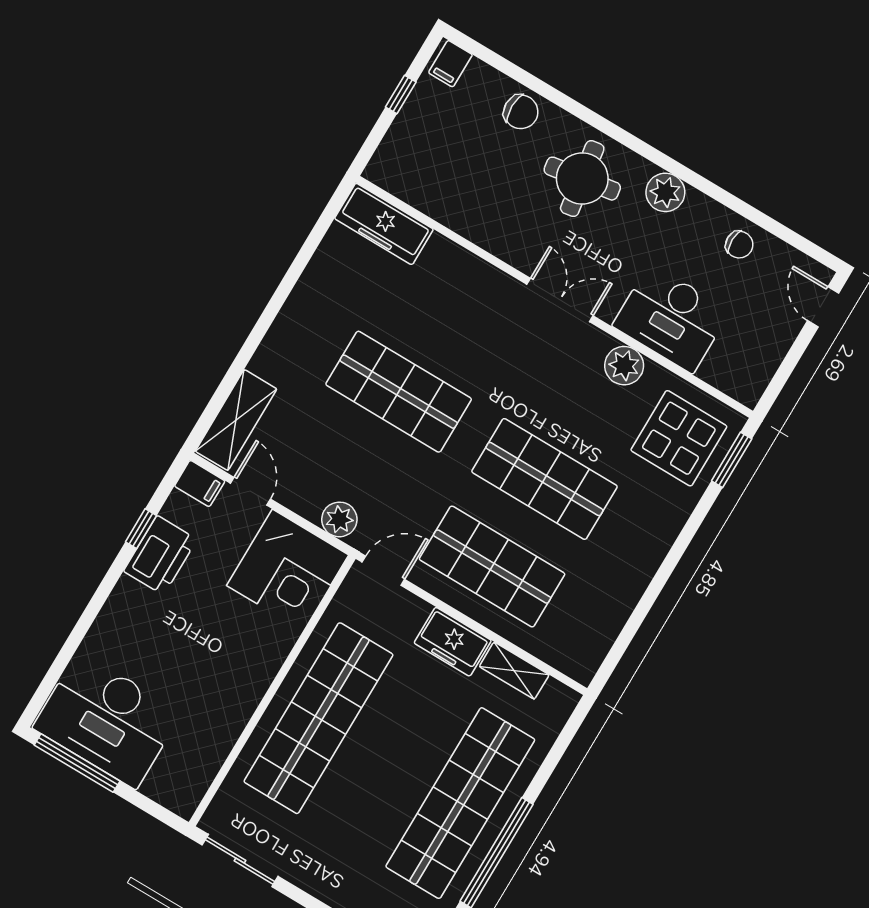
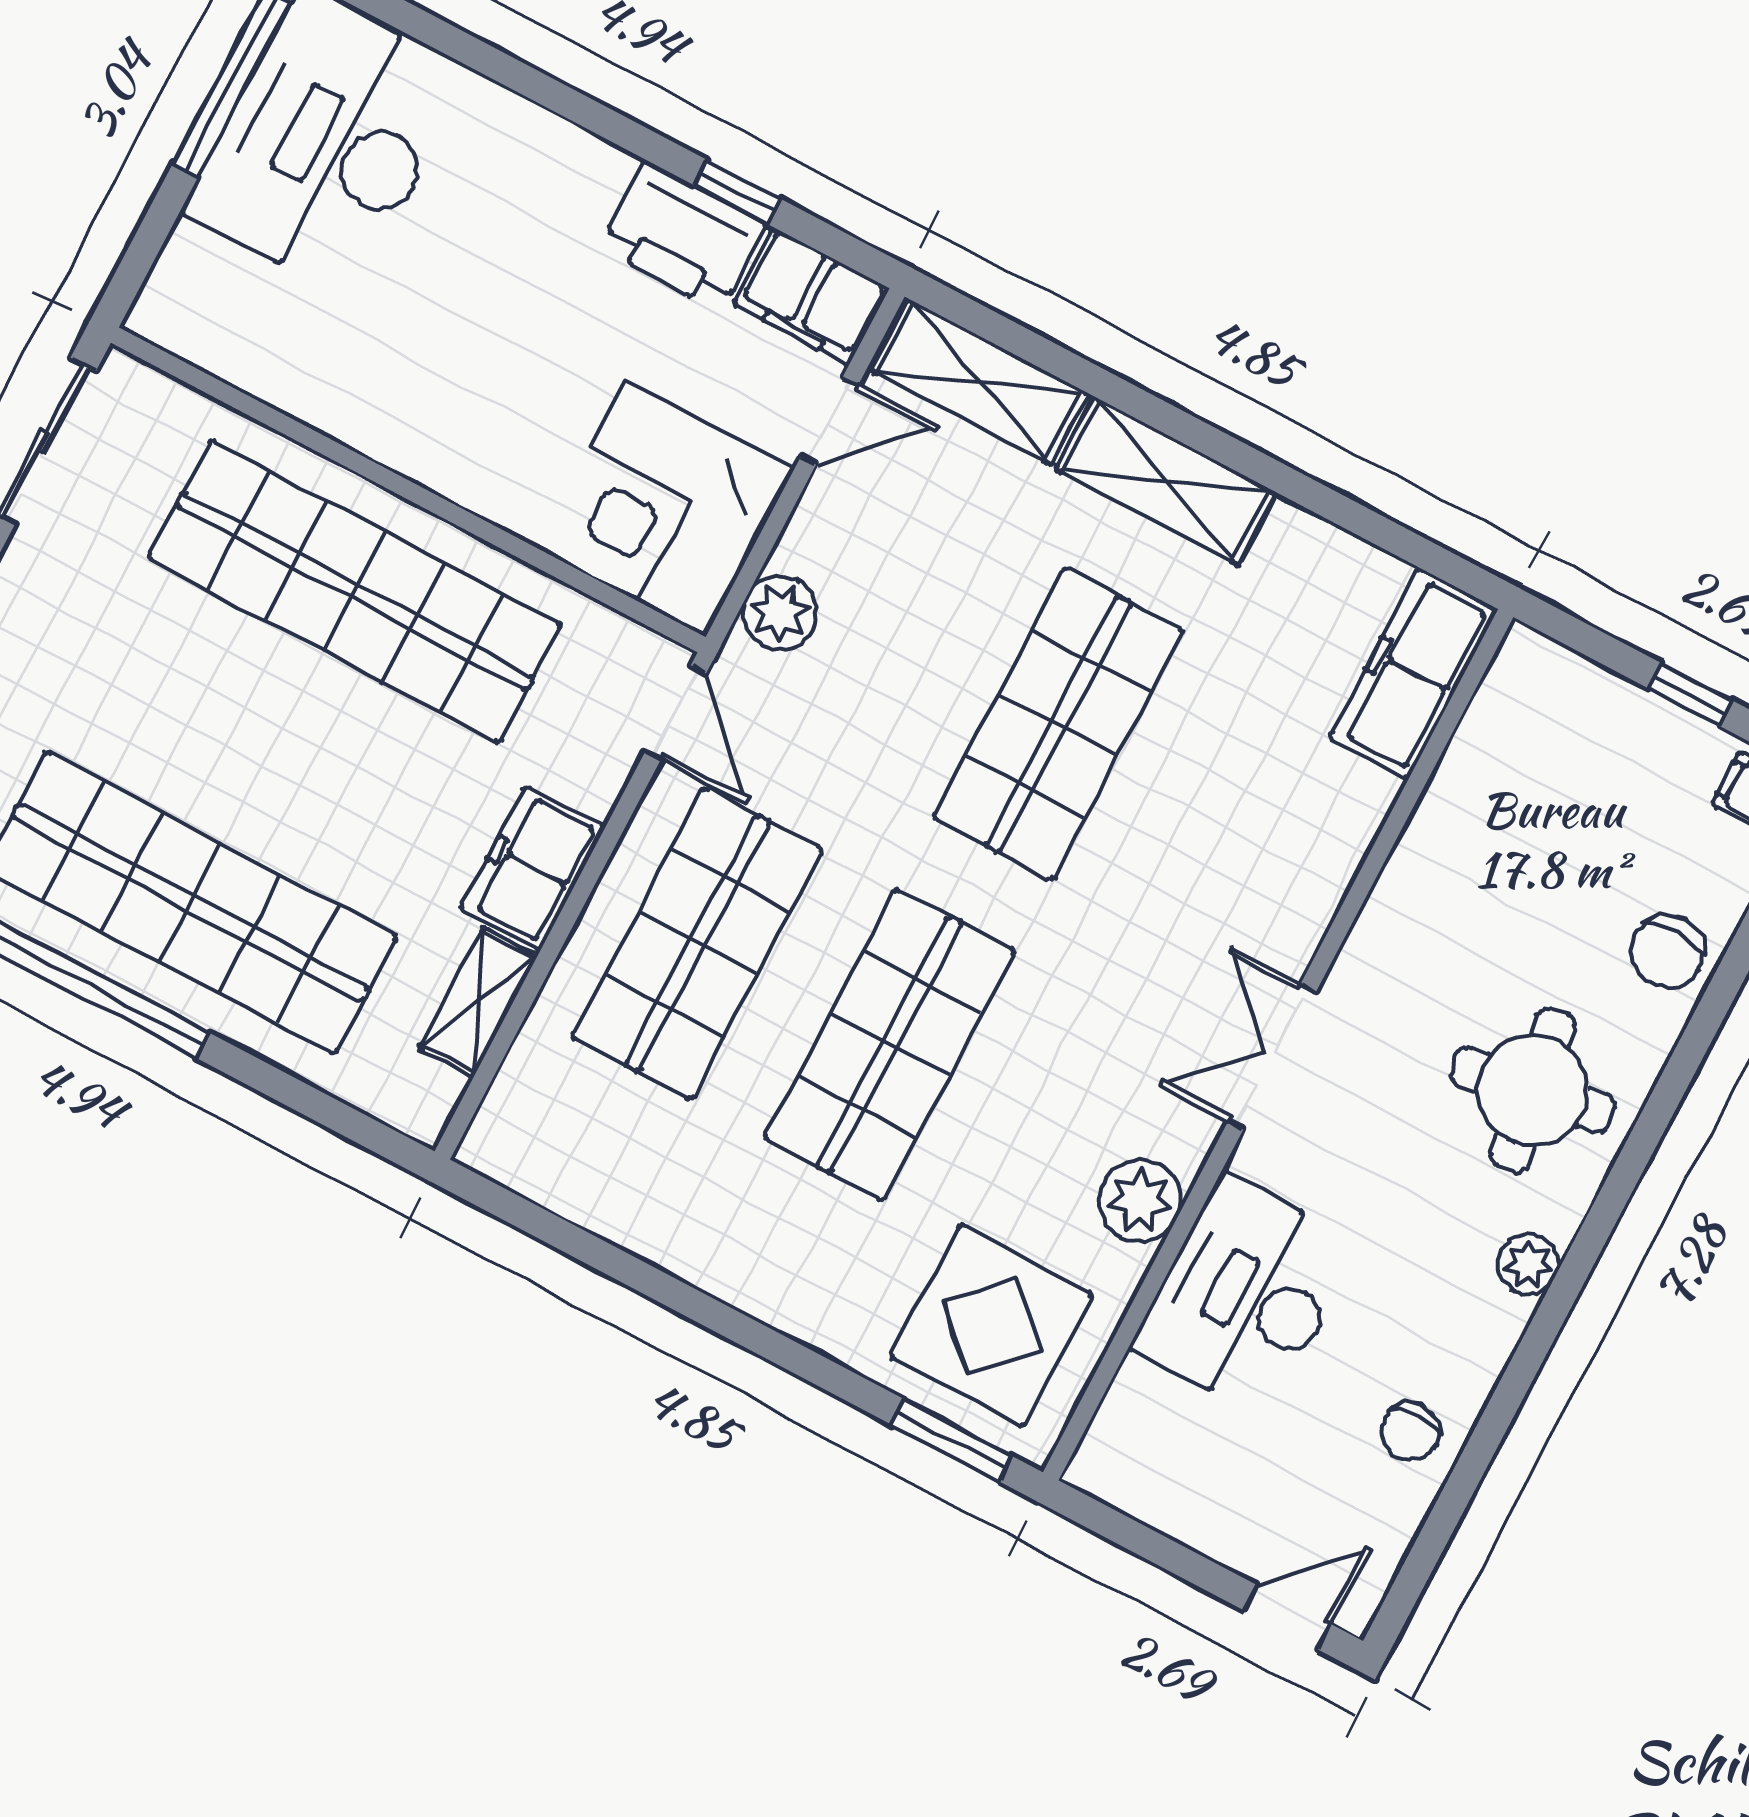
plant: (665, 192) -> (1528, 1264), width x0.73, depth x0.73
double door: (560, 300) -> (1272, 1057), swing flipped
shelving: (287, 335) -> (1166, 481), added
filing cabinet: (200, 483) -> (811, 296), width x2.00

